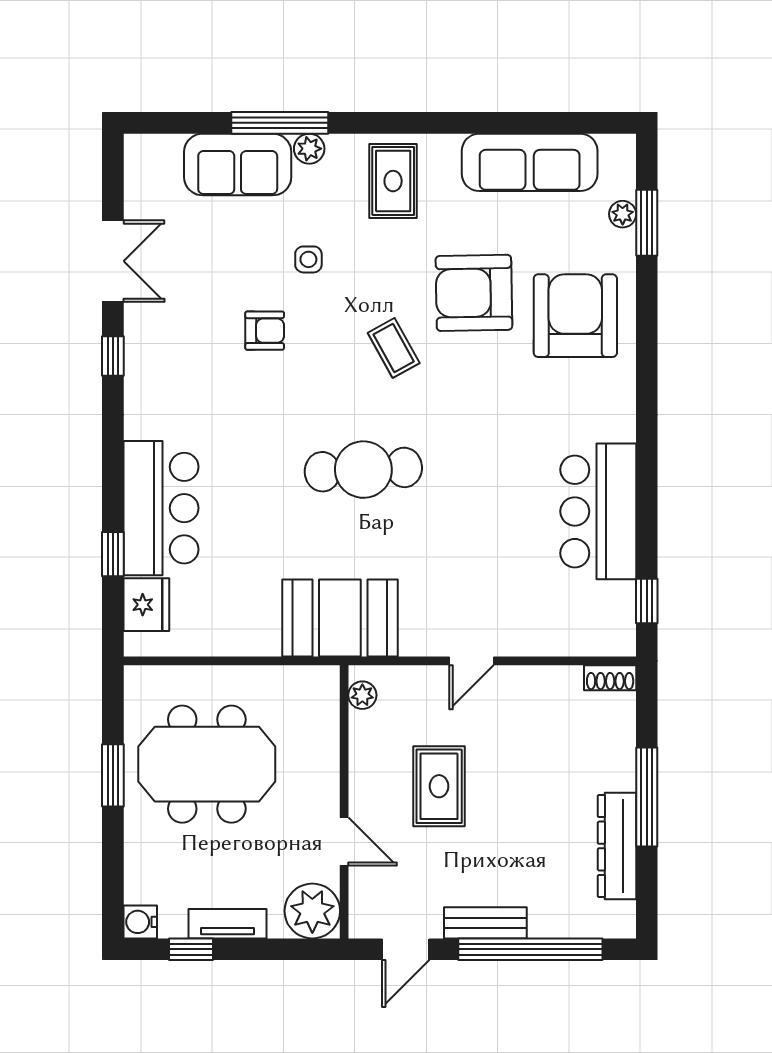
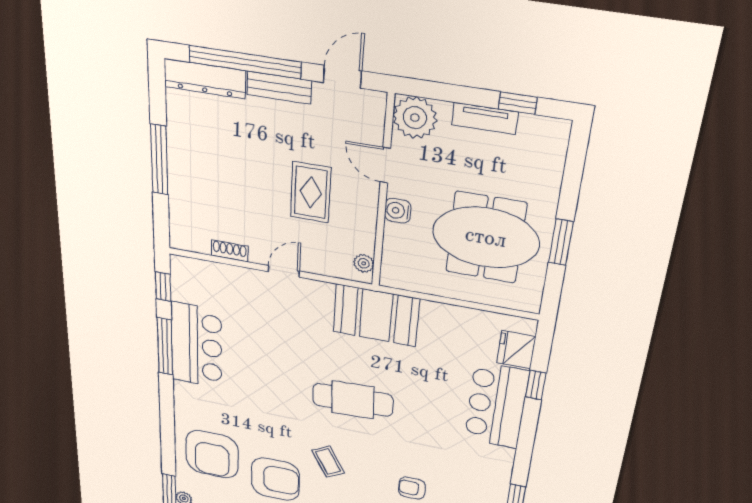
window: (647, 499) -> (165, 346), added
shoe rack: (610, 678) -> (230, 251), moved
dresser: (617, 846) -> (205, 79), moved, turned 90
water cooler: (140, 922) -> (398, 211), moved, turned 180

